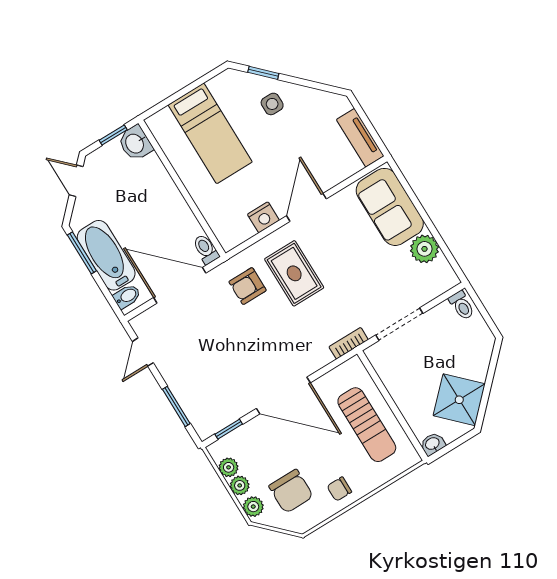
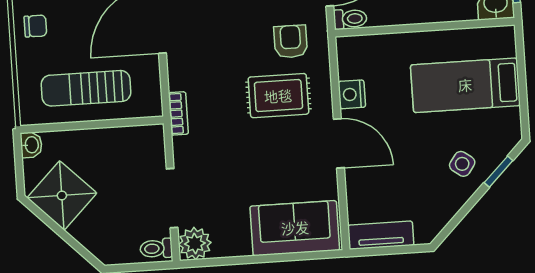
side table: (272, 104) -> (462, 164), turned 36
plant: (424, 249) -> (195, 244), moved
doorway: (399, 324) -> (172, 198), moved
chair: (339, 489) -> (35, 26), turned 90

